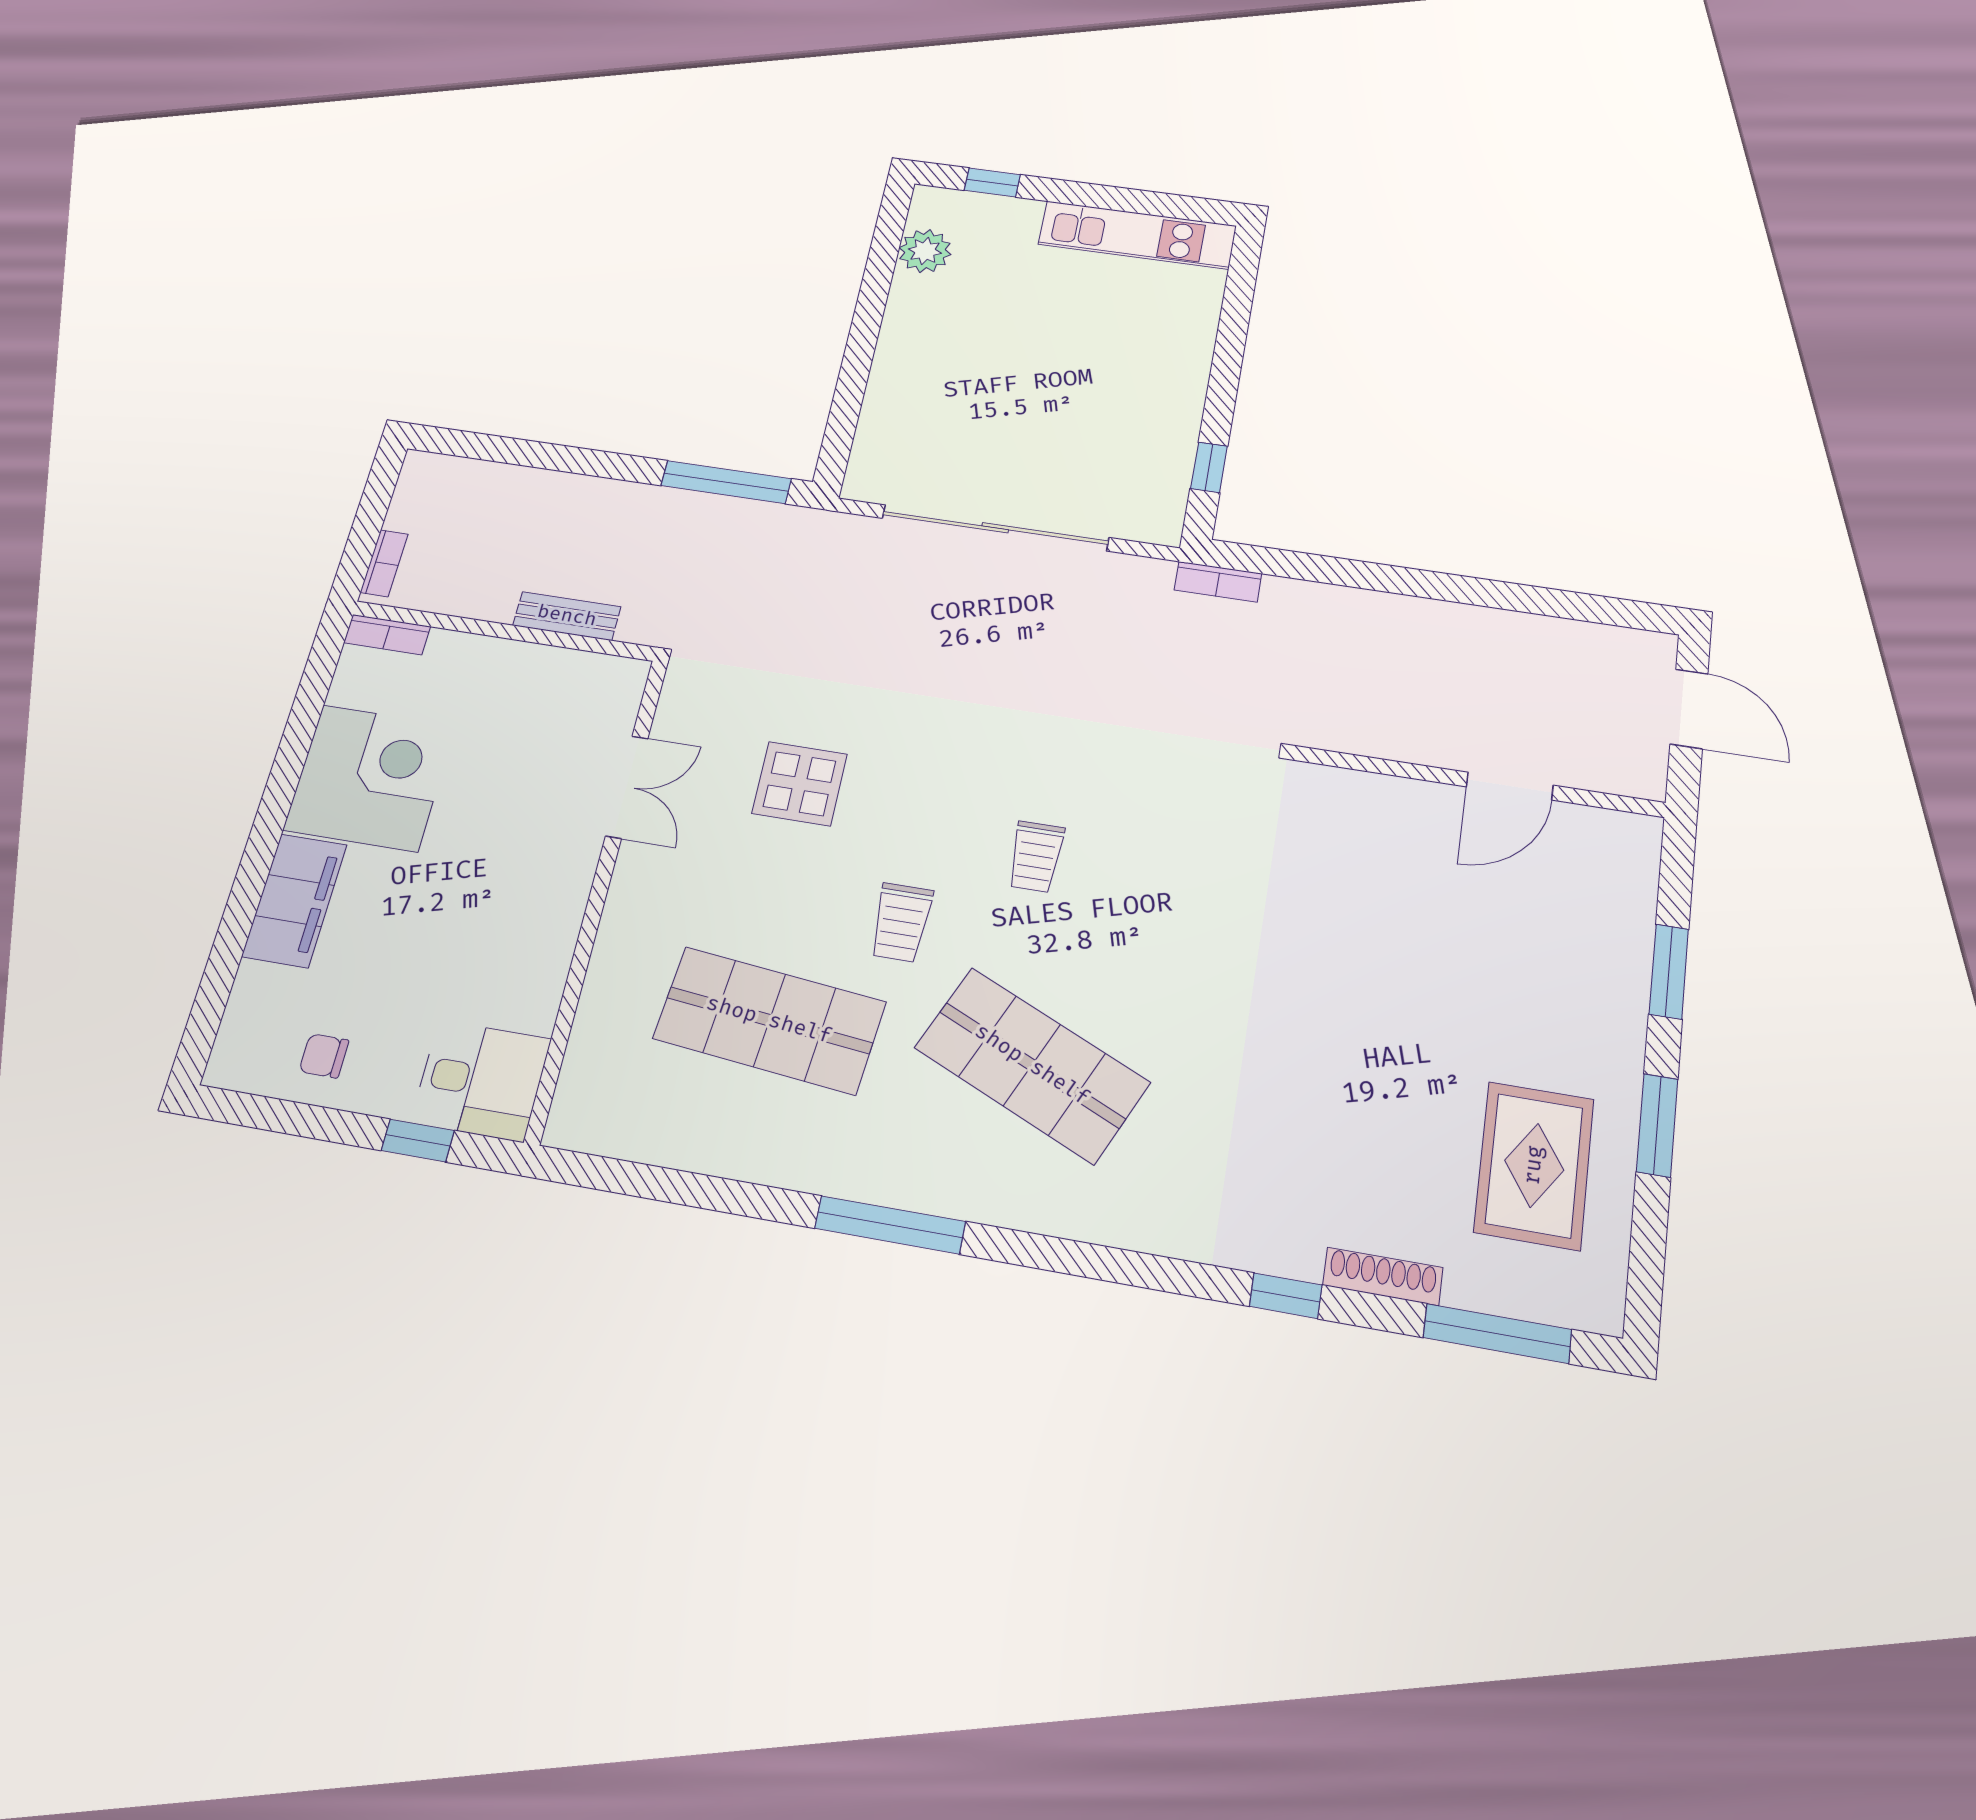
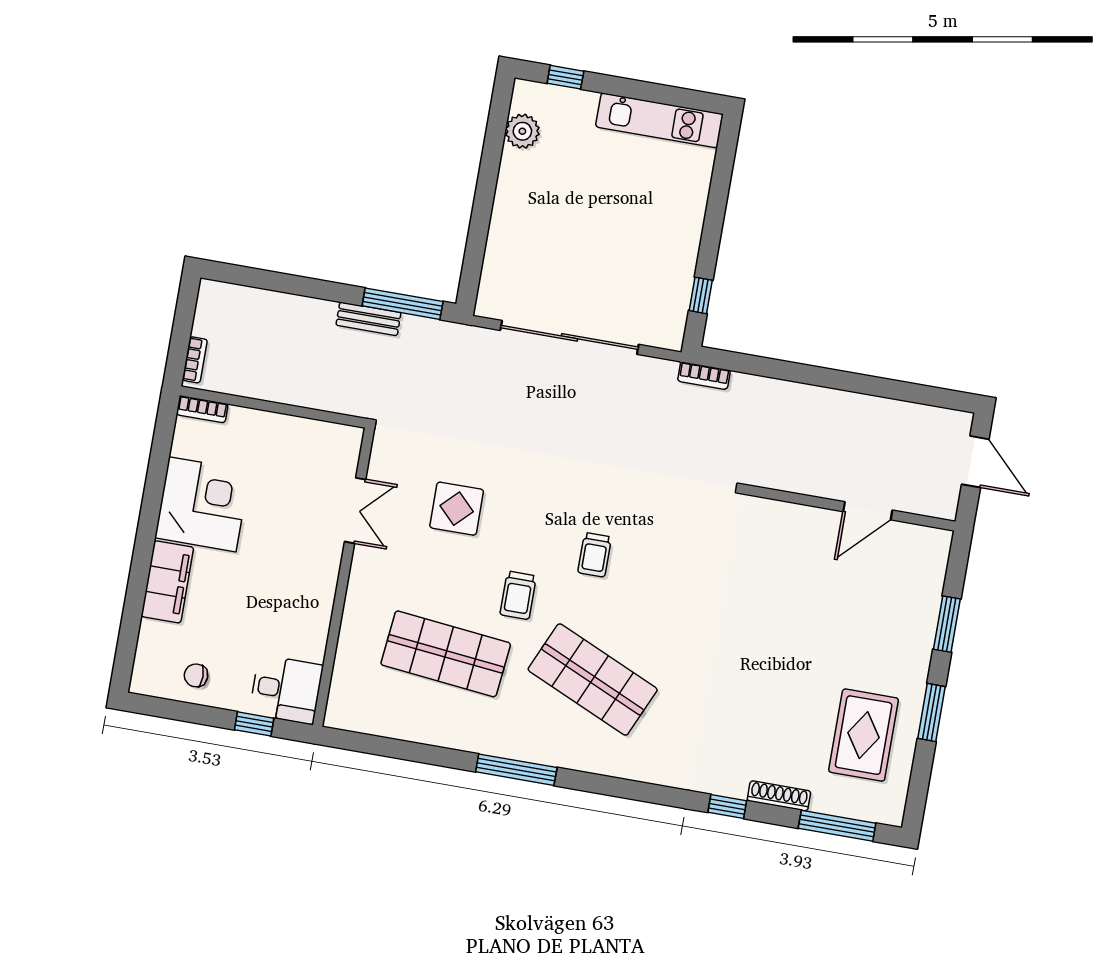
bench: (567, 616) -> (368, 319), moved

